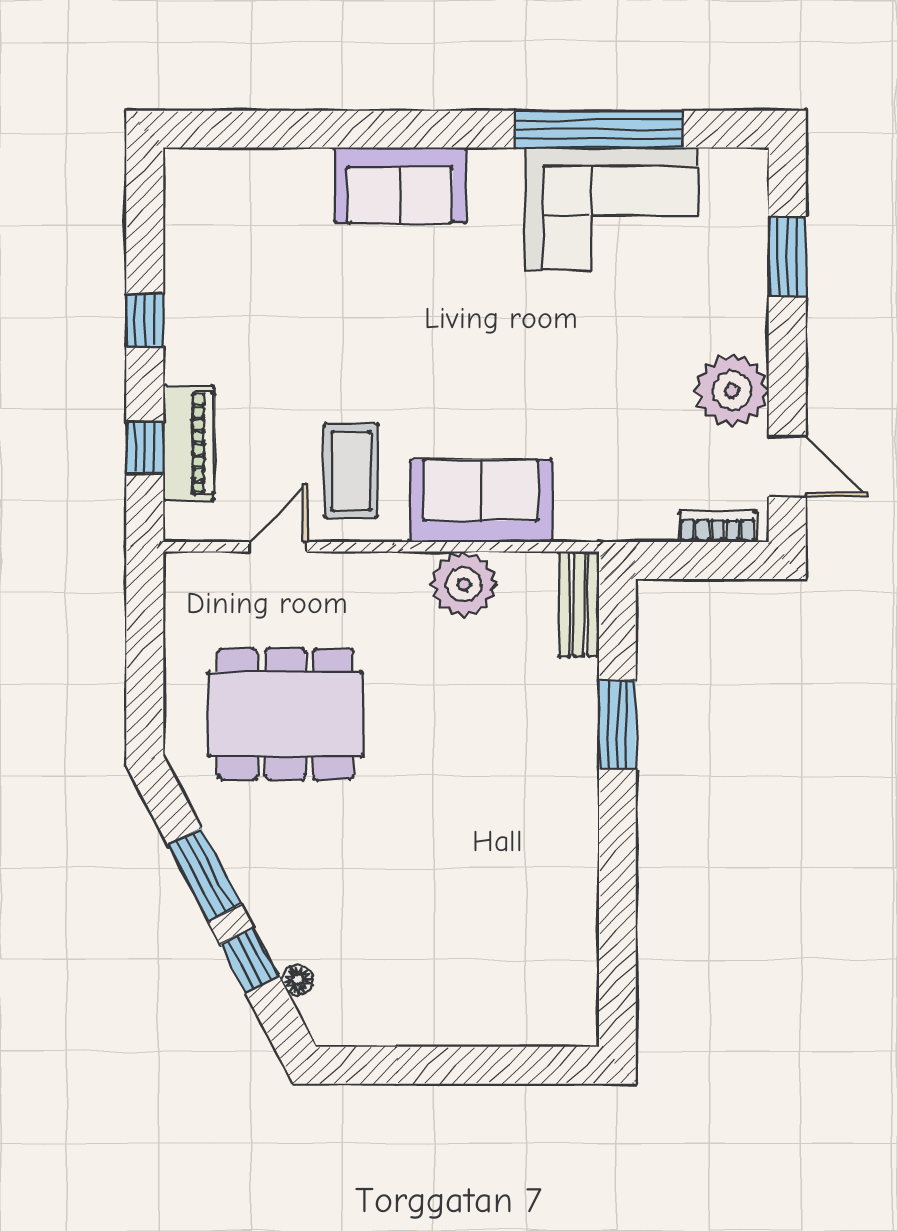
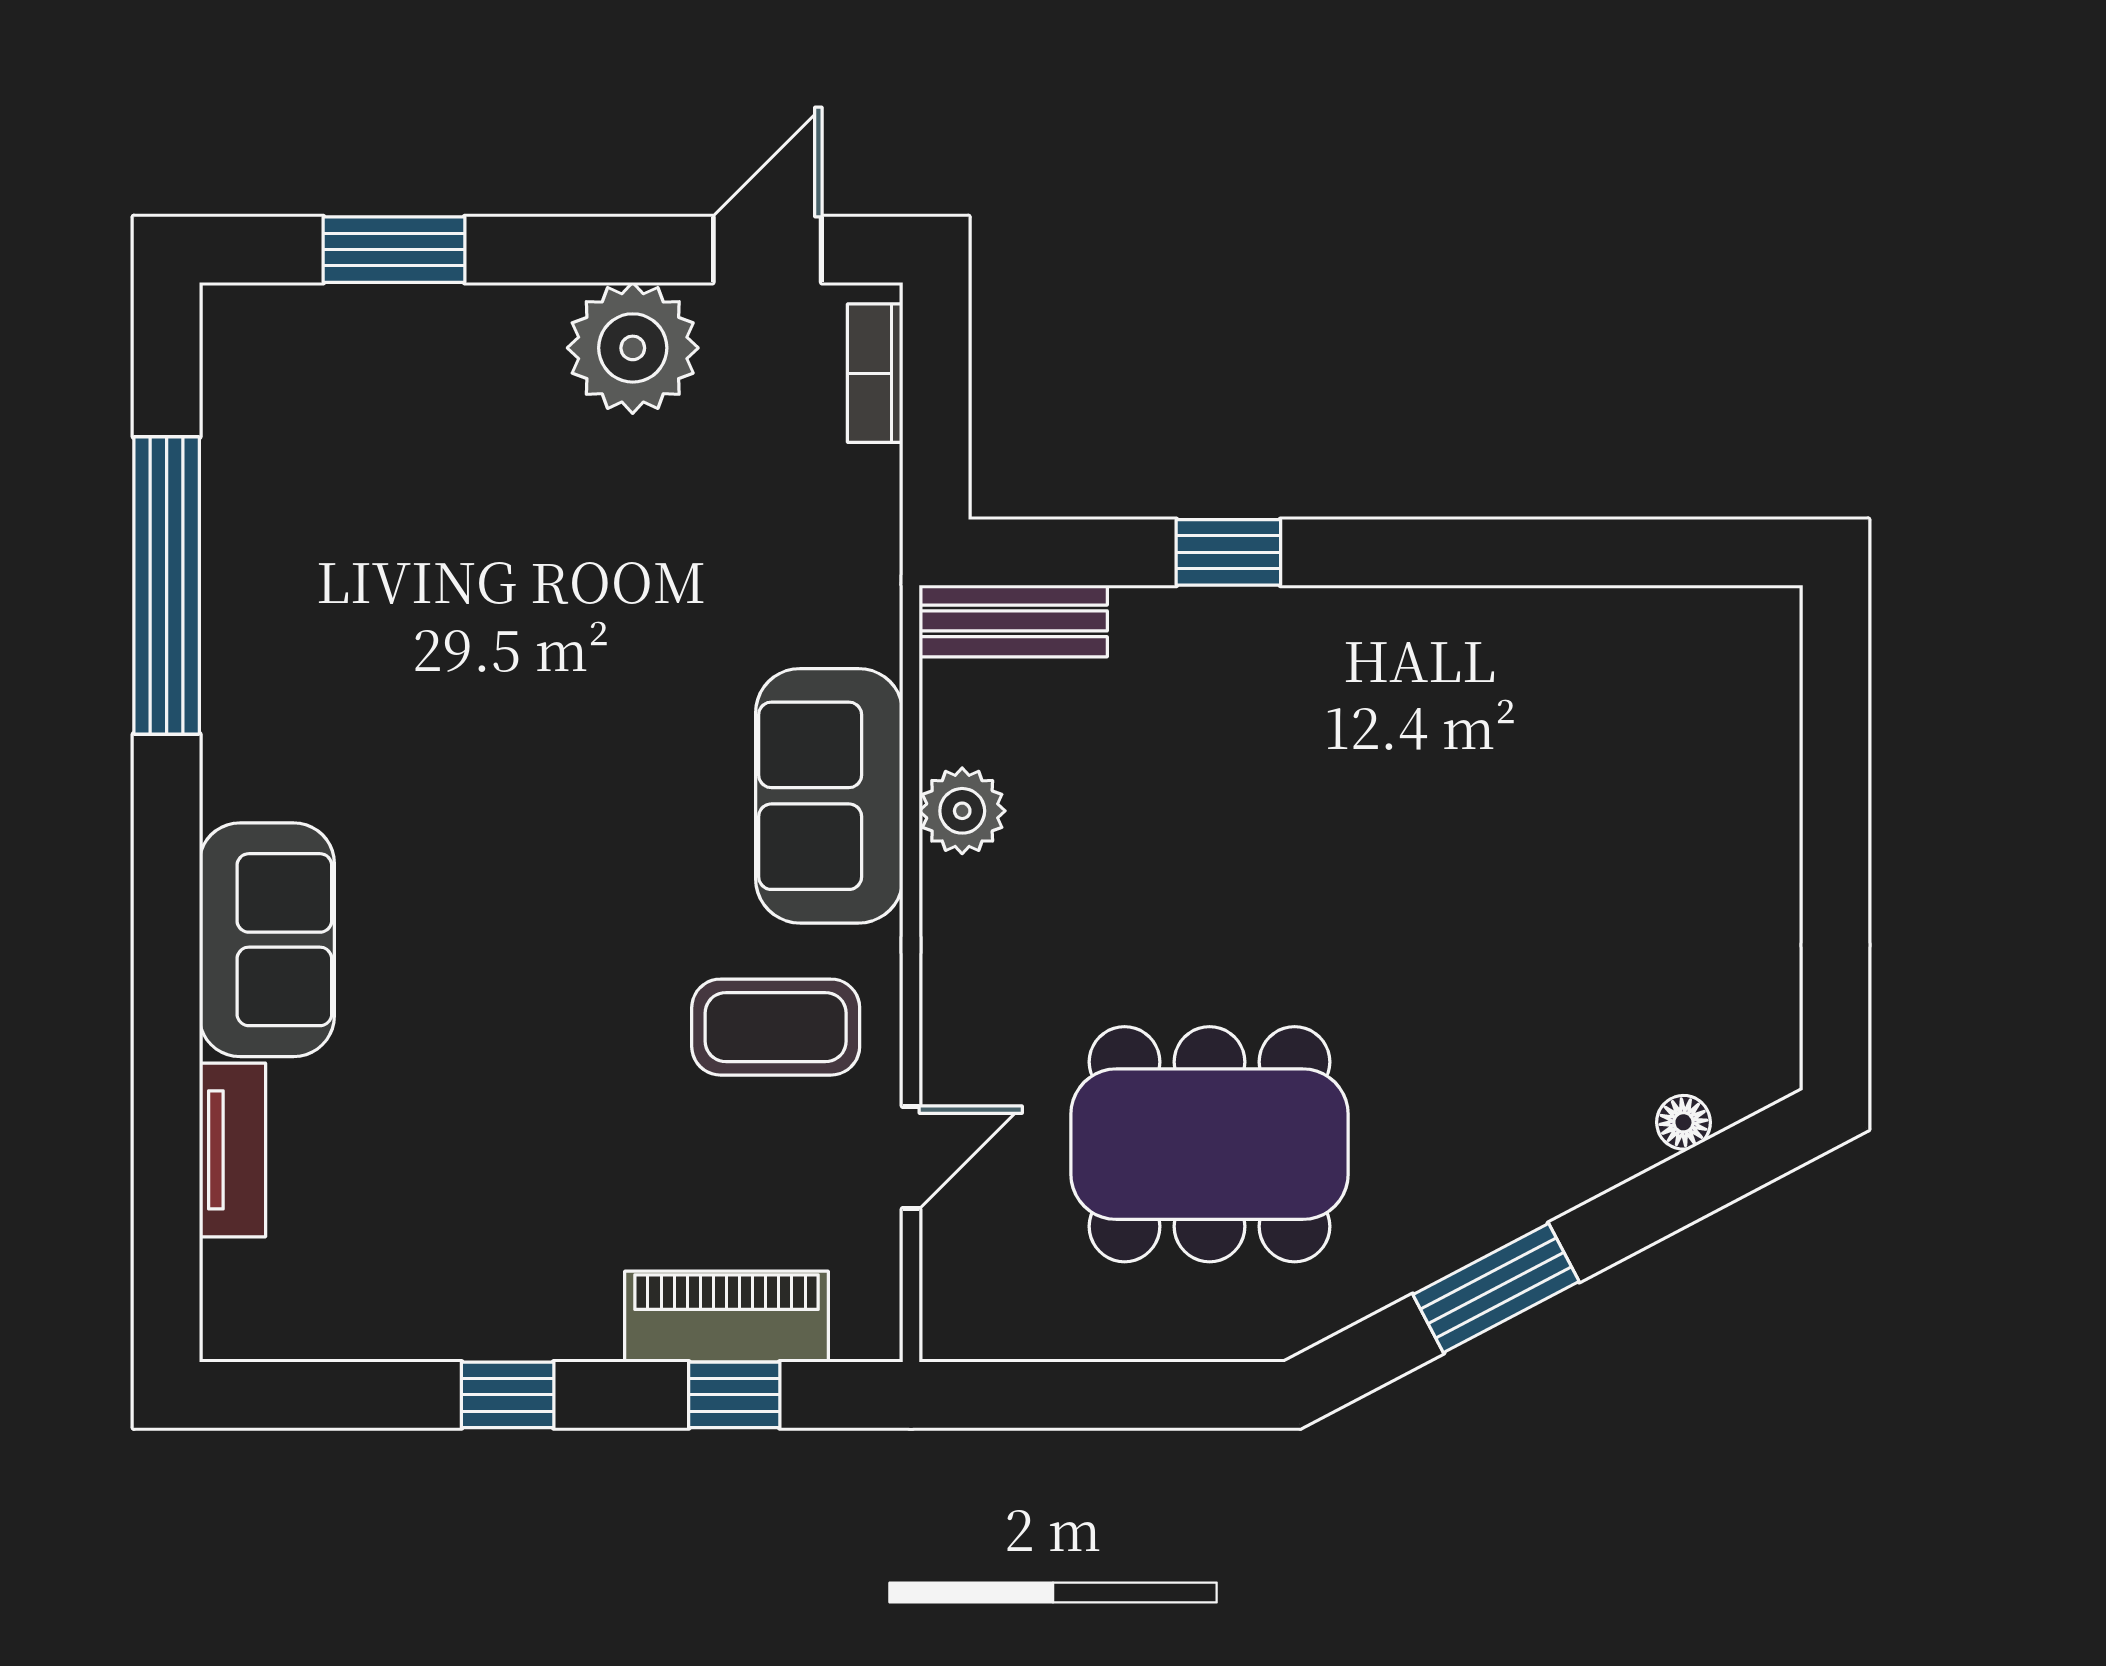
tv unit: (282, 166) -> (232, 1150), added
corner sofa: (612, 209) -> (309, 562), removed
door: (278, 547) -> (911, 1158), swing flipped
plant: (464, 584) -> (962, 811), width x0.73, depth x0.73
dining table: (285, 714) -> (1210, 1144), turned 90
window: (617, 725) -> (1228, 552), width x0.67
window: (249, 960) -> (1648, 1208), removed

